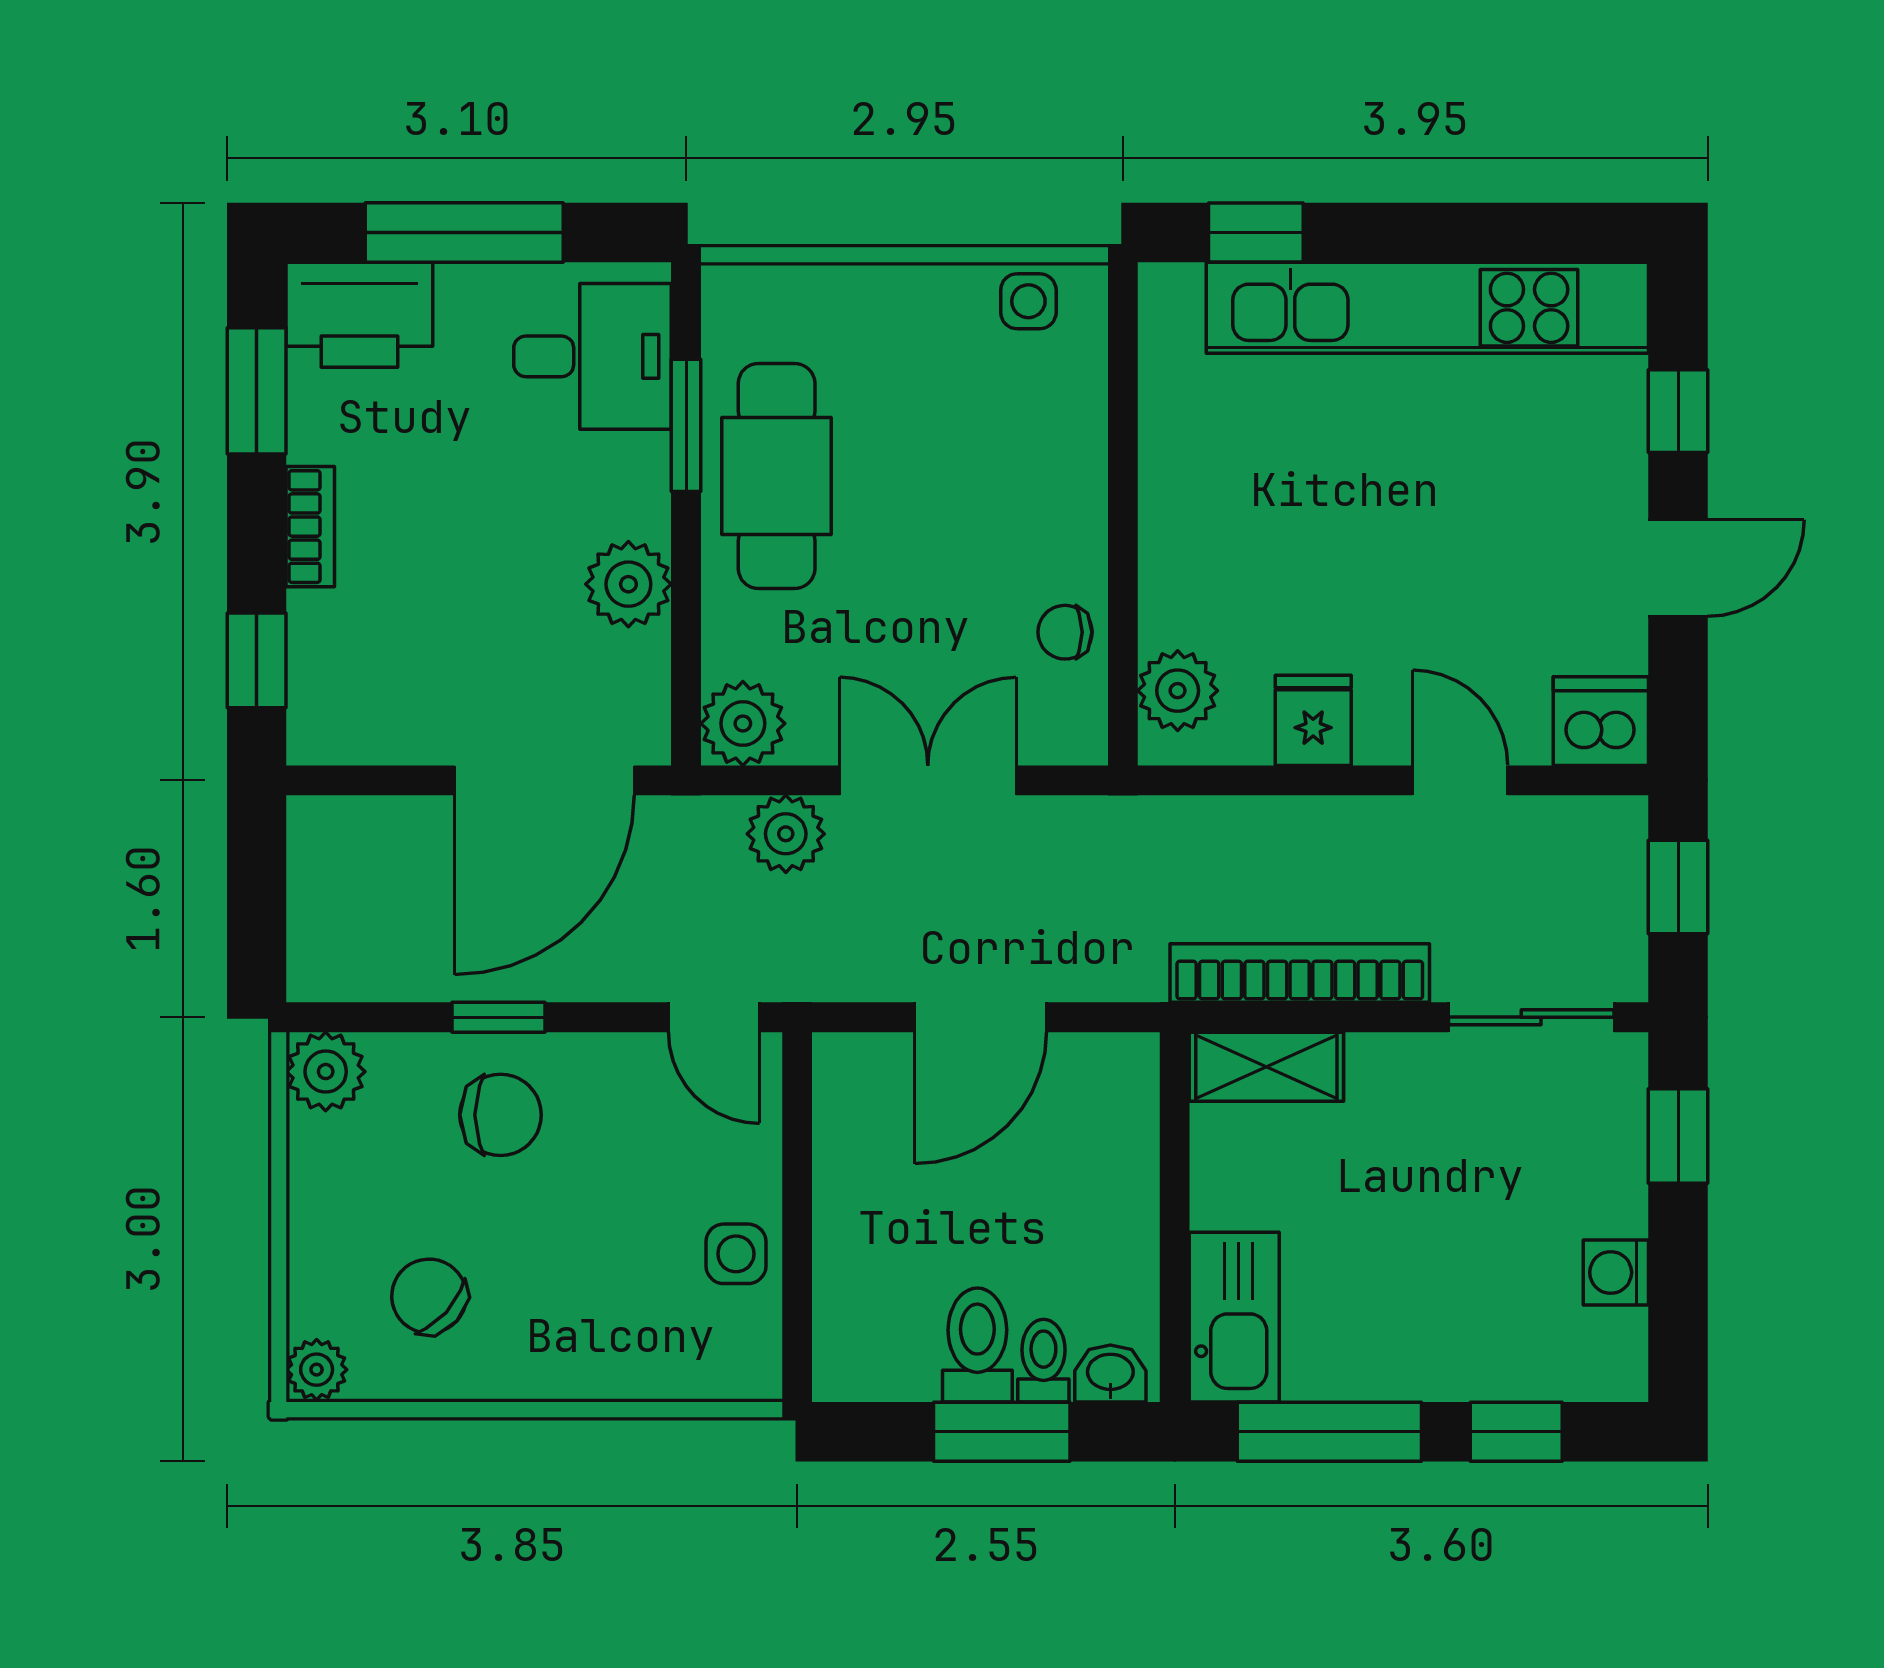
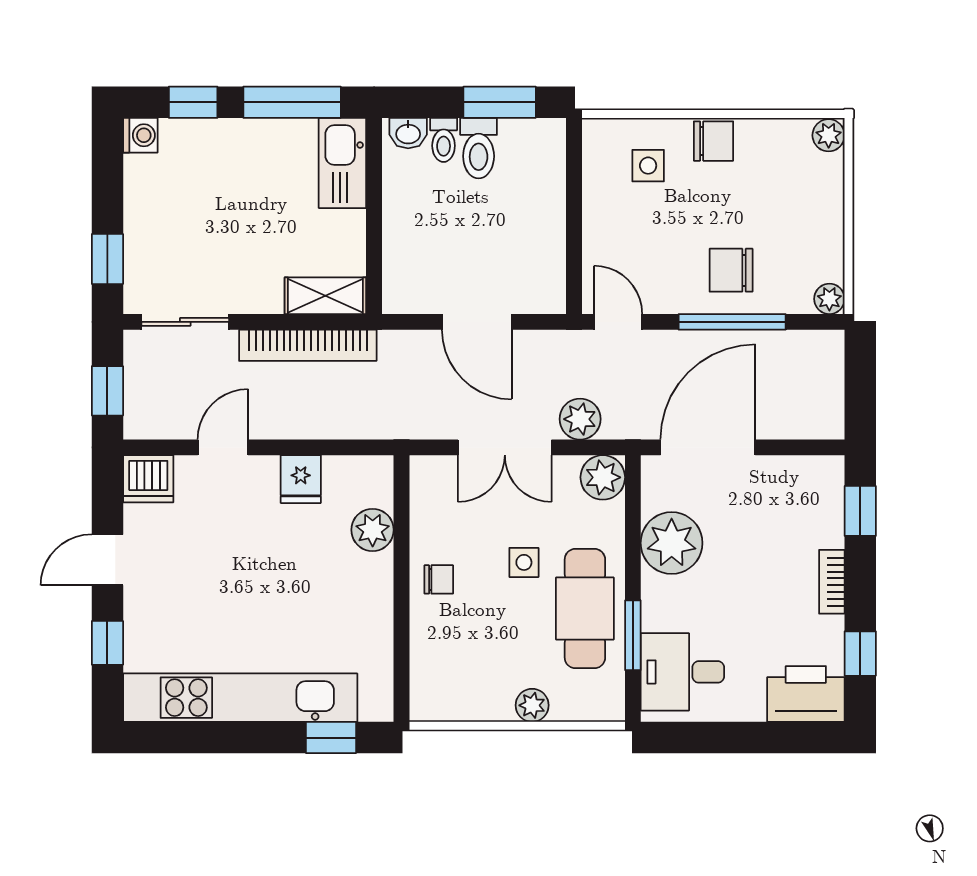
window: (464, 232) -> (750, 738), removed
plant: (876, 293) -> (532, 705), added
side table: (1028, 301) -> (524, 562), moved
window: (257, 391) -> (860, 654), width x0.67
plant: (628, 584) -> (672, 543), width x1.36, depth x1.36
chair: (1065, 632) -> (439, 579), moved
plant: (1178, 691) -> (373, 530), moved
door: (1460, 780) -> (223, 447), swing flipped
window: (499, 1017) -> (732, 322), width x2.17
door: (981, 1017) -> (477, 322), swing flipped
plant: (326, 1072) -> (829, 299), width x0.73, depth x0.73
side table: (736, 1254) -> (648, 166), moved
washing machine: (1616, 1272) -> (140, 135), moved
chair: (429, 1296) -> (713, 141), moved, turned -42
window: (1002, 1432) -> (500, 102), moved

